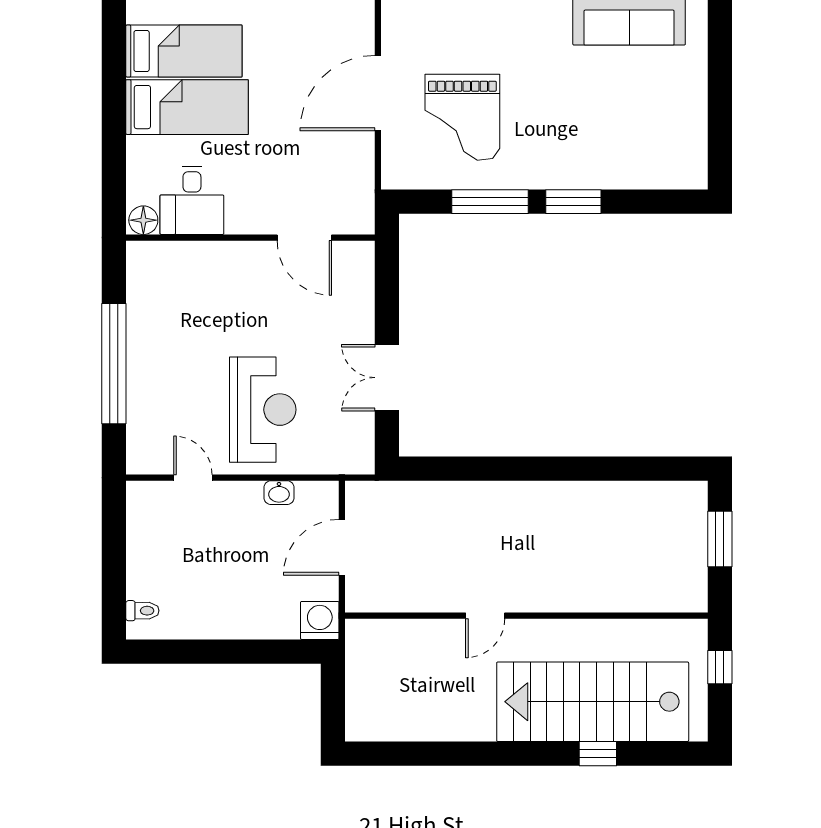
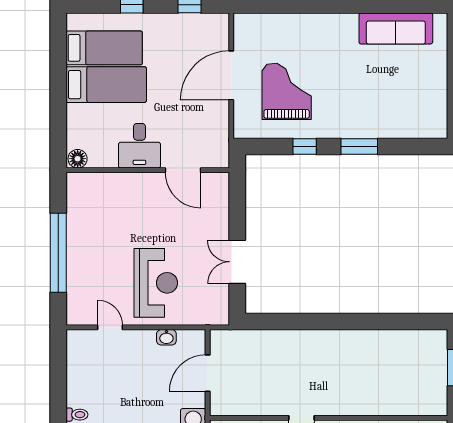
grand piano: (462, 117) -> (287, 91), turned 180
desk: (192, 200) -> (139, 146), moved
window: (490, 202) -> (305, 147), width x0.46

